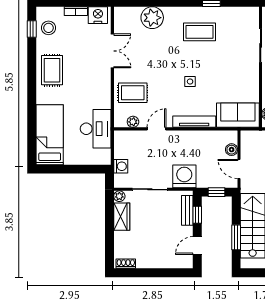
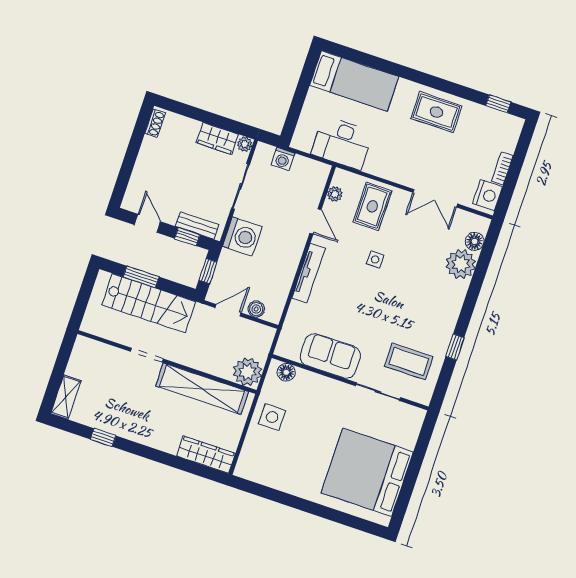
floor lamp: (133, 13) -> (475, 241), added
stool: (49, 28) -> (493, 126), removed
coffee table: (199, 32) -> (409, 362), moved, turned 90
side table: (190, 81) -> (375, 259), moved
sofa: (238, 115) -> (330, 356), moved, turned -90

